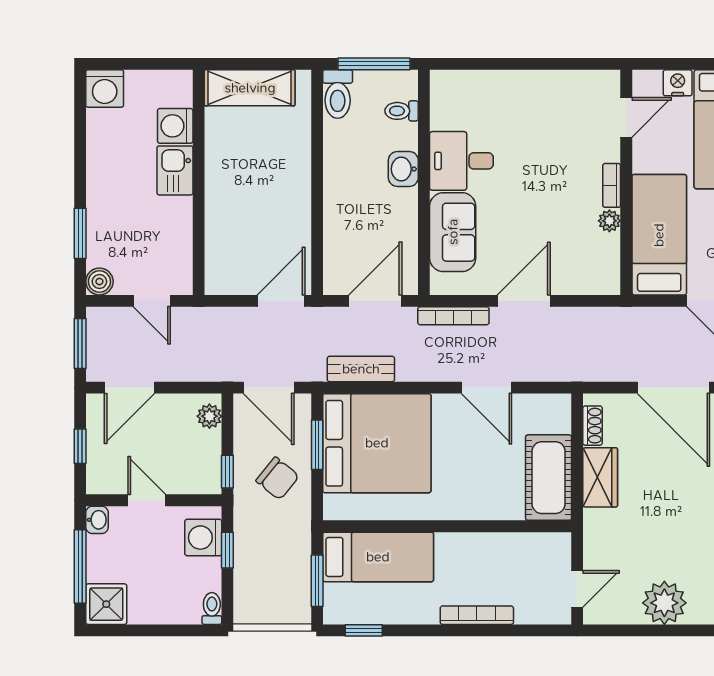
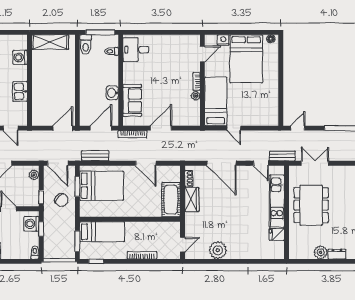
desk: (461, 161) -> (136, 50), moved
washbasin: (403, 169) -> (112, 93), moved
kitchen sink: (175, 170) -> (20, 91), moved
bed: (377, 443) -> (102, 186), width x0.73

